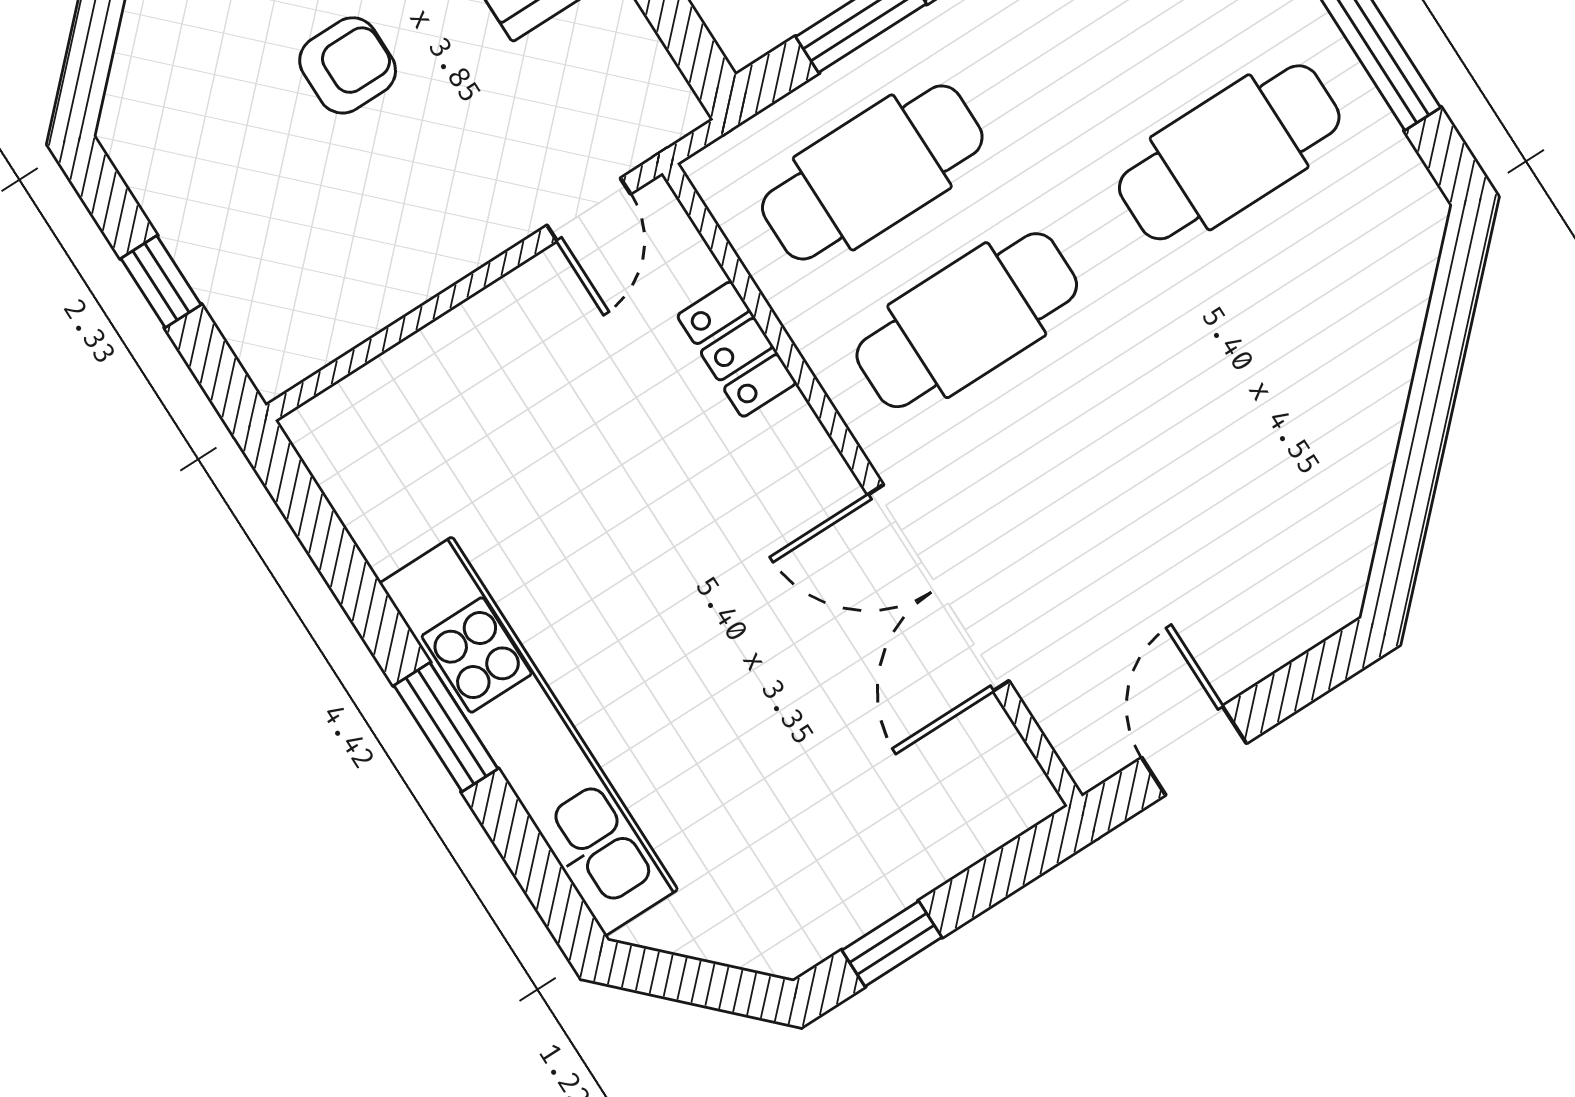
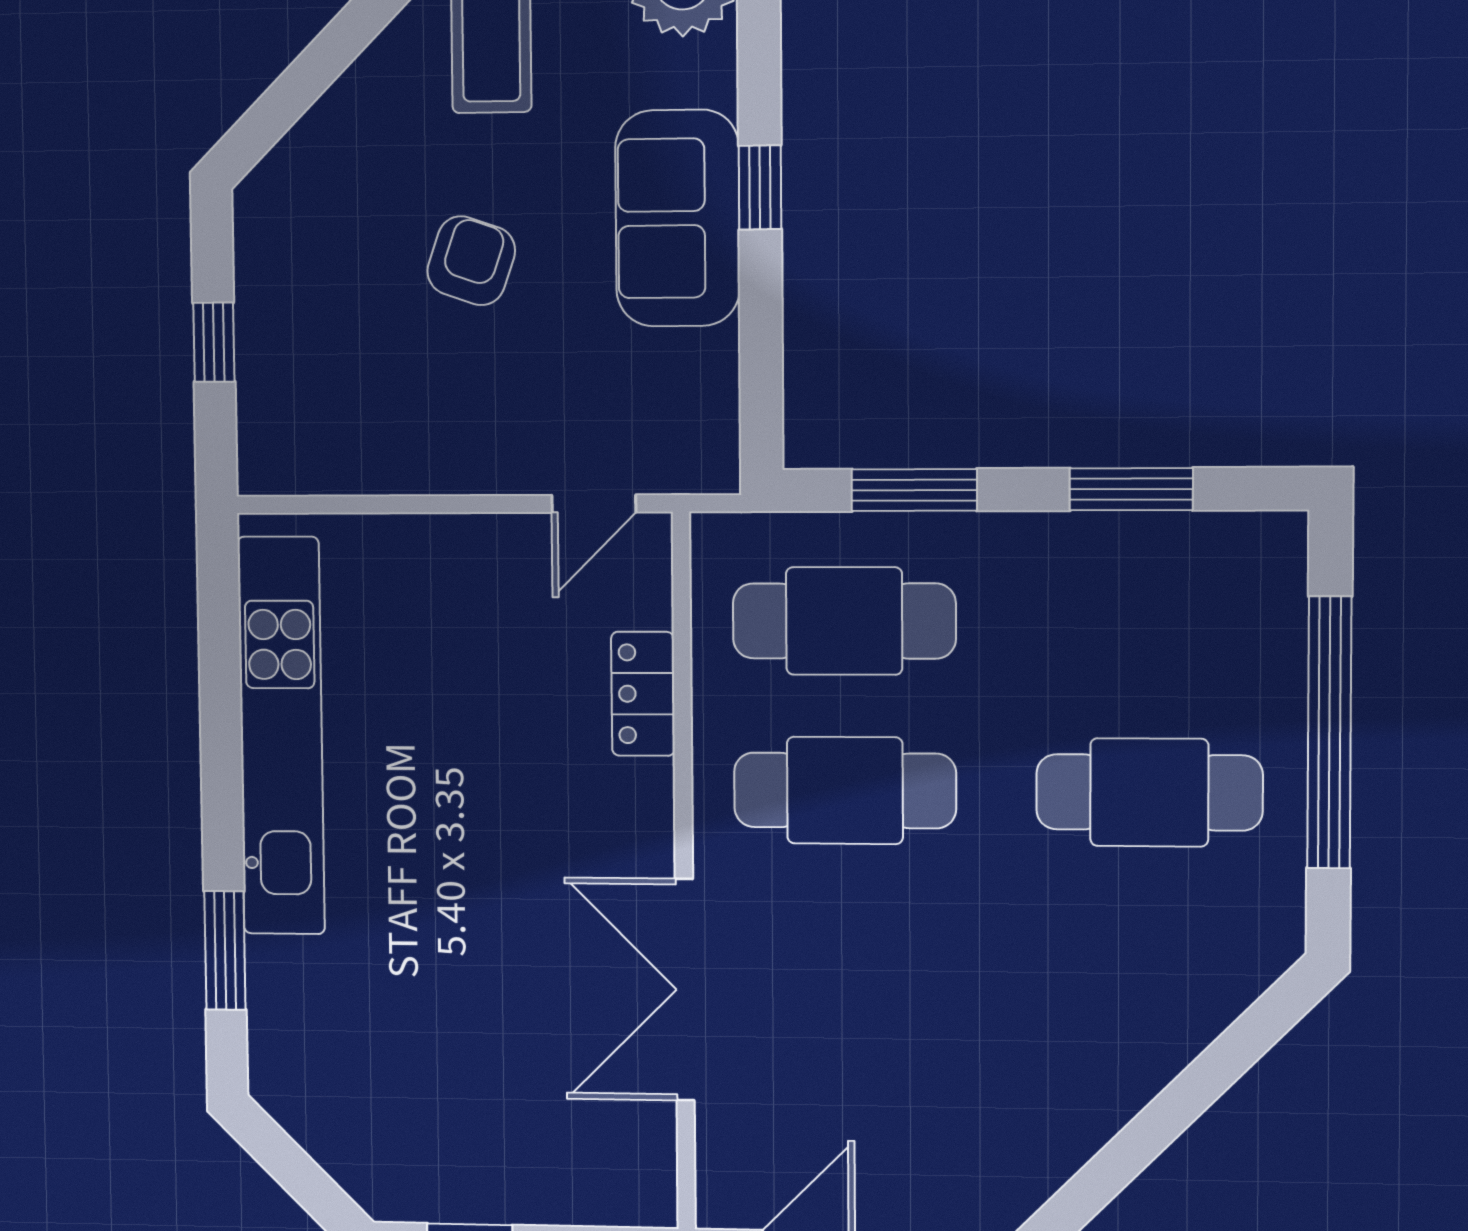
armchair: (348, 65) -> (471, 261), turned -71
window: (446, 727) -> (225, 950), moved
kitchen unit: (529, 736) -> (281, 736), moved

